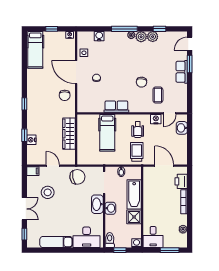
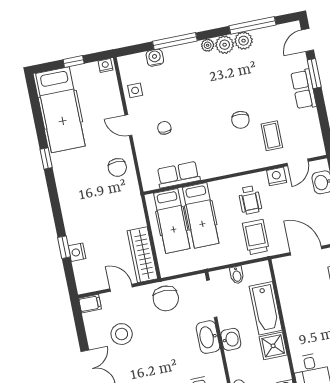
window: (124, 29) -> (175, 41), moved
window: (160, 29) -> (252, 25), width x2.17
hospital bed: (35, 50) -> (60, 110), width x1.37, depth x1.29
door: (76, 72) -> (128, 125), width x0.53
window: (24, 104) -> (46, 158), moved
row of seats: (116, 107) -> (178, 175), moved
hospital bed: (90, 133) -> (172, 221), added
wardrobe: (69, 134) -> (142, 255), moved
chair: (77, 177) -> (166, 298), turned 100

